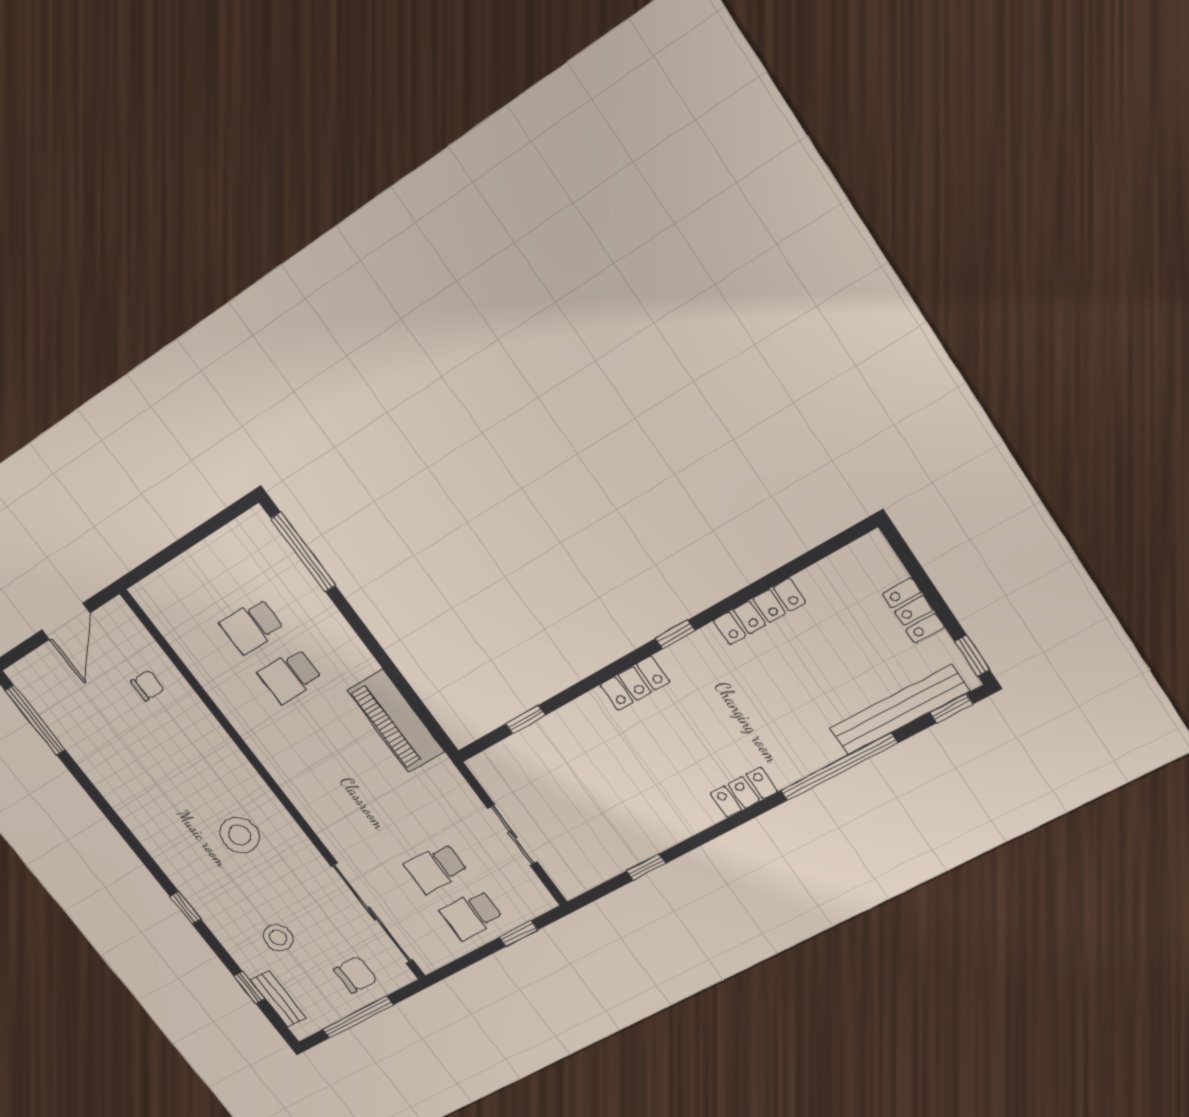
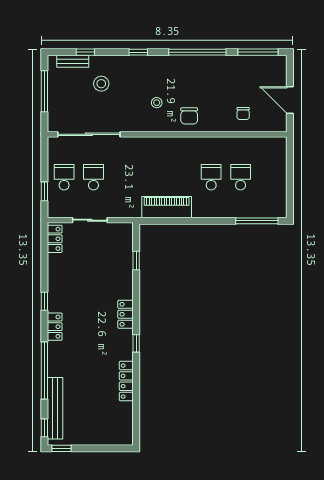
locker: (914, 611) -> (55, 239), moved, turned 90
window: (112, 817) -> (197, 52), added
stool: (240, 835) -> (157, 103), width x0.53, depth x0.53
window: (646, 867) -> (44, 301), moved
chair: (355, 975) -> (189, 116), moved

